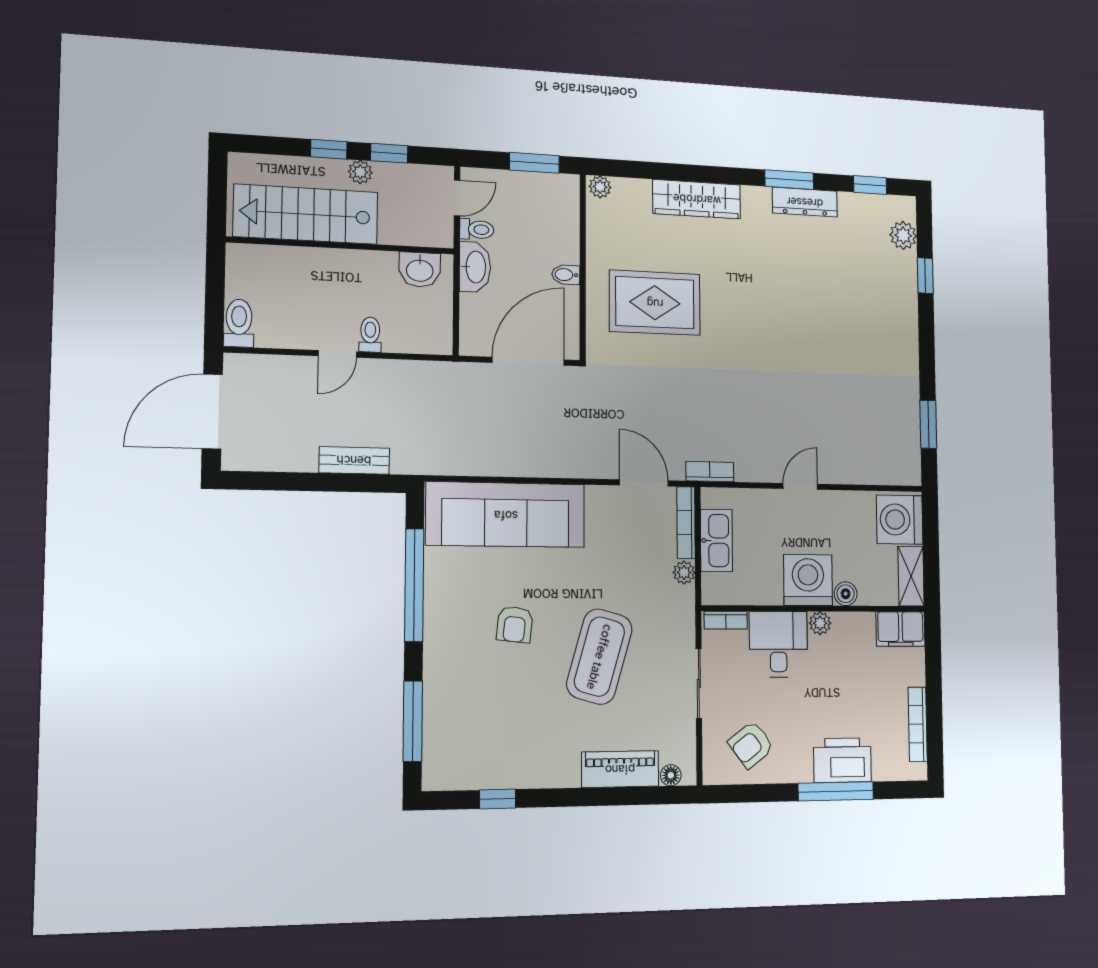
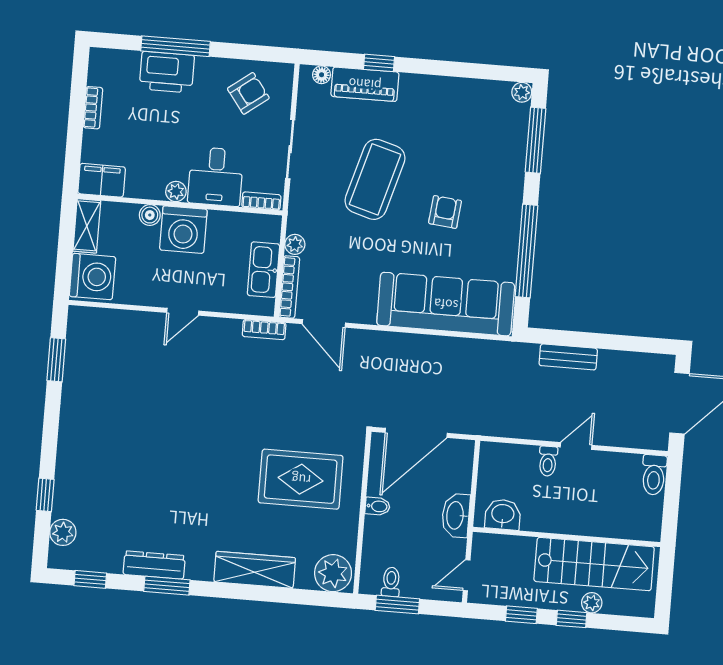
plant: (360, 172) -> (592, 603), moved
plant: (600, 187) -> (333, 573), width x1.87, depth x1.87
toilet: (477, 229) -> (391, 582), moved, turned 90
bookcase: (918, 724) -> (93, 108), width x0.64
plant: (434, 779) -> (522, 92), added
window: (498, 799) -> (379, 63), moved

